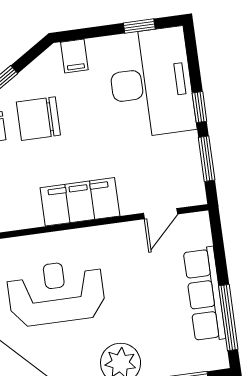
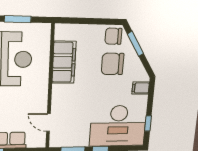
chair: (38, 119) -> (113, 64), turned -90
filing cabinet: (80, 202) -> (64, 62), moved

